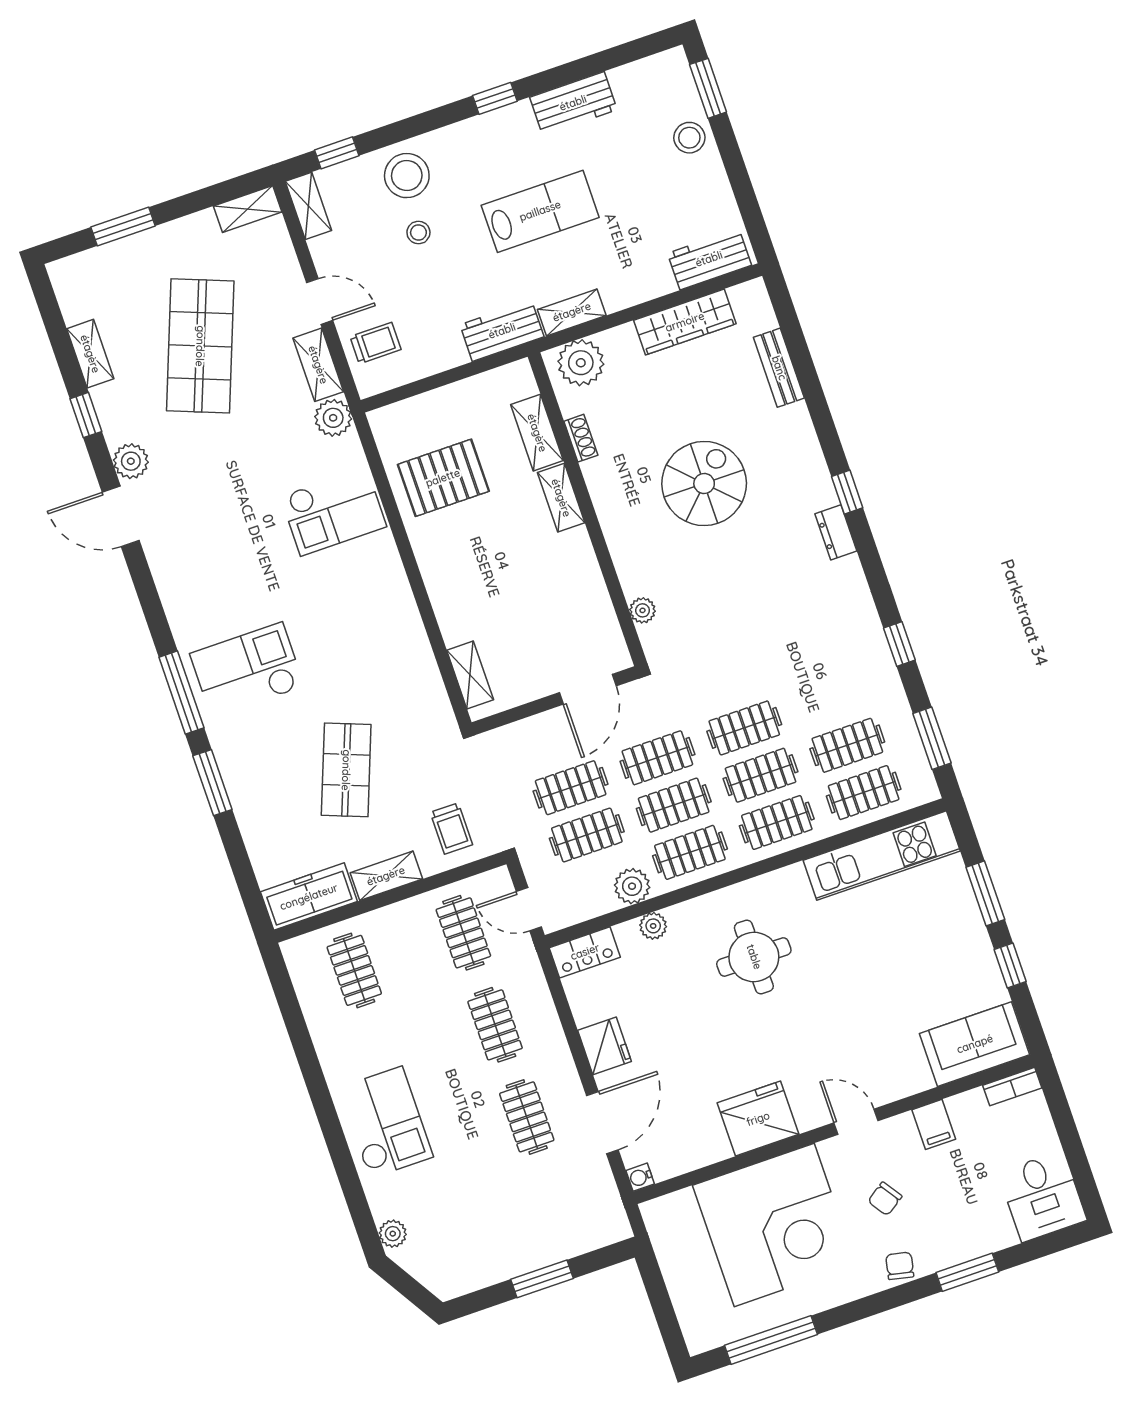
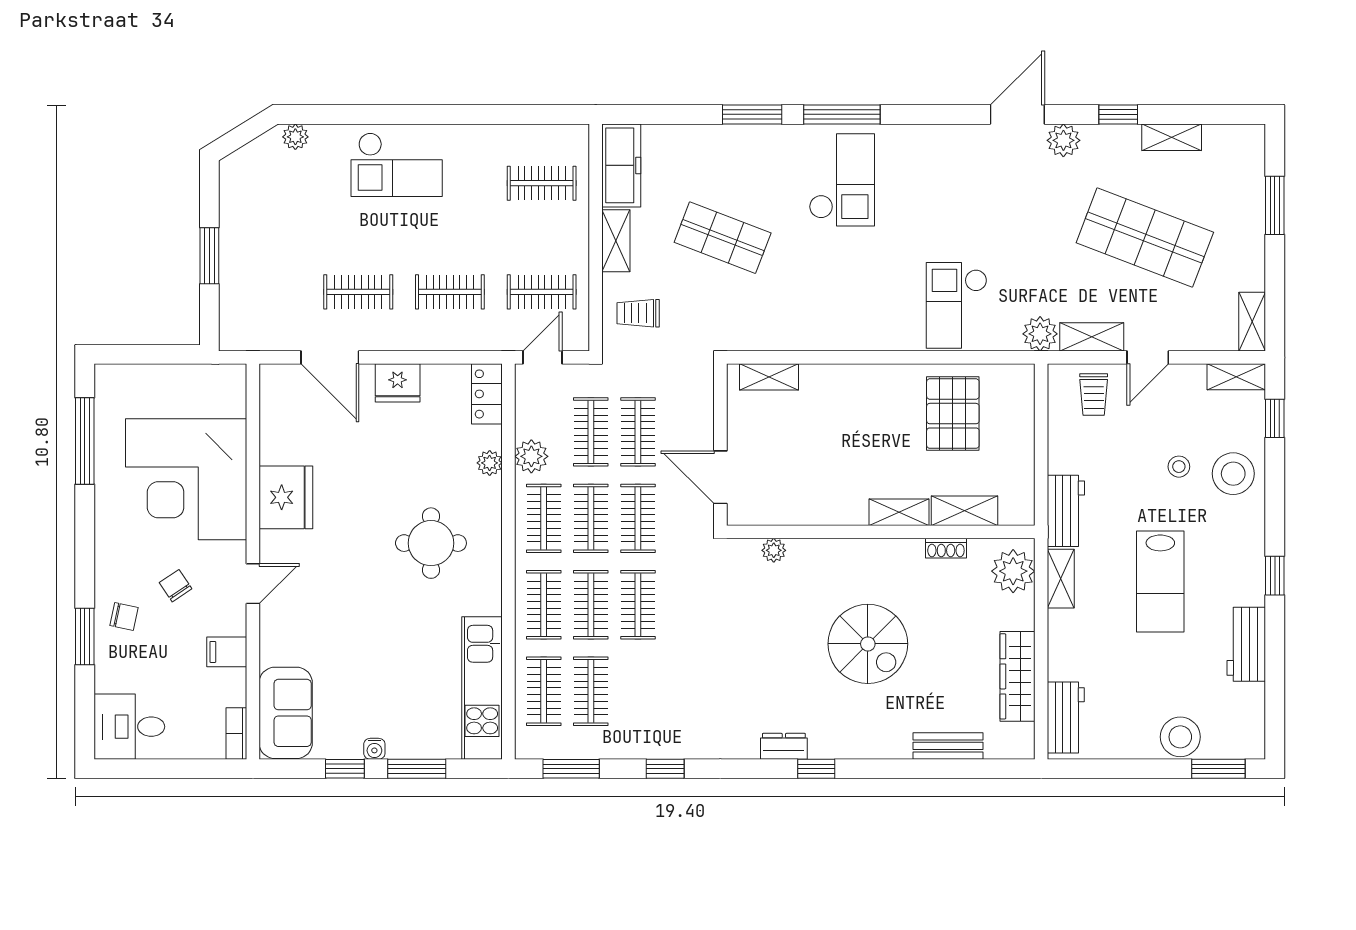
stool: (689, 138) -> (1180, 737), width x1.38, depth x1.38
water cooler: (640, 1177) -> (374, 749), moved, turned 180
chair: (900, 1266) -> (124, 616), moved

